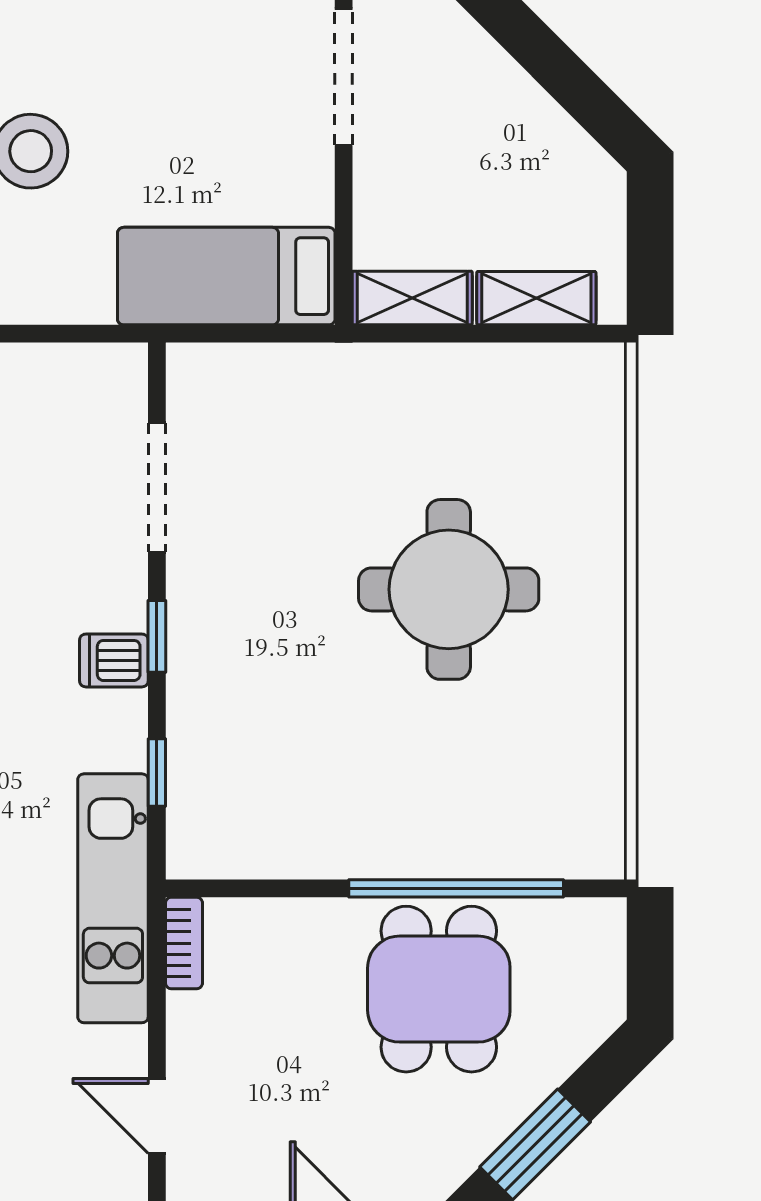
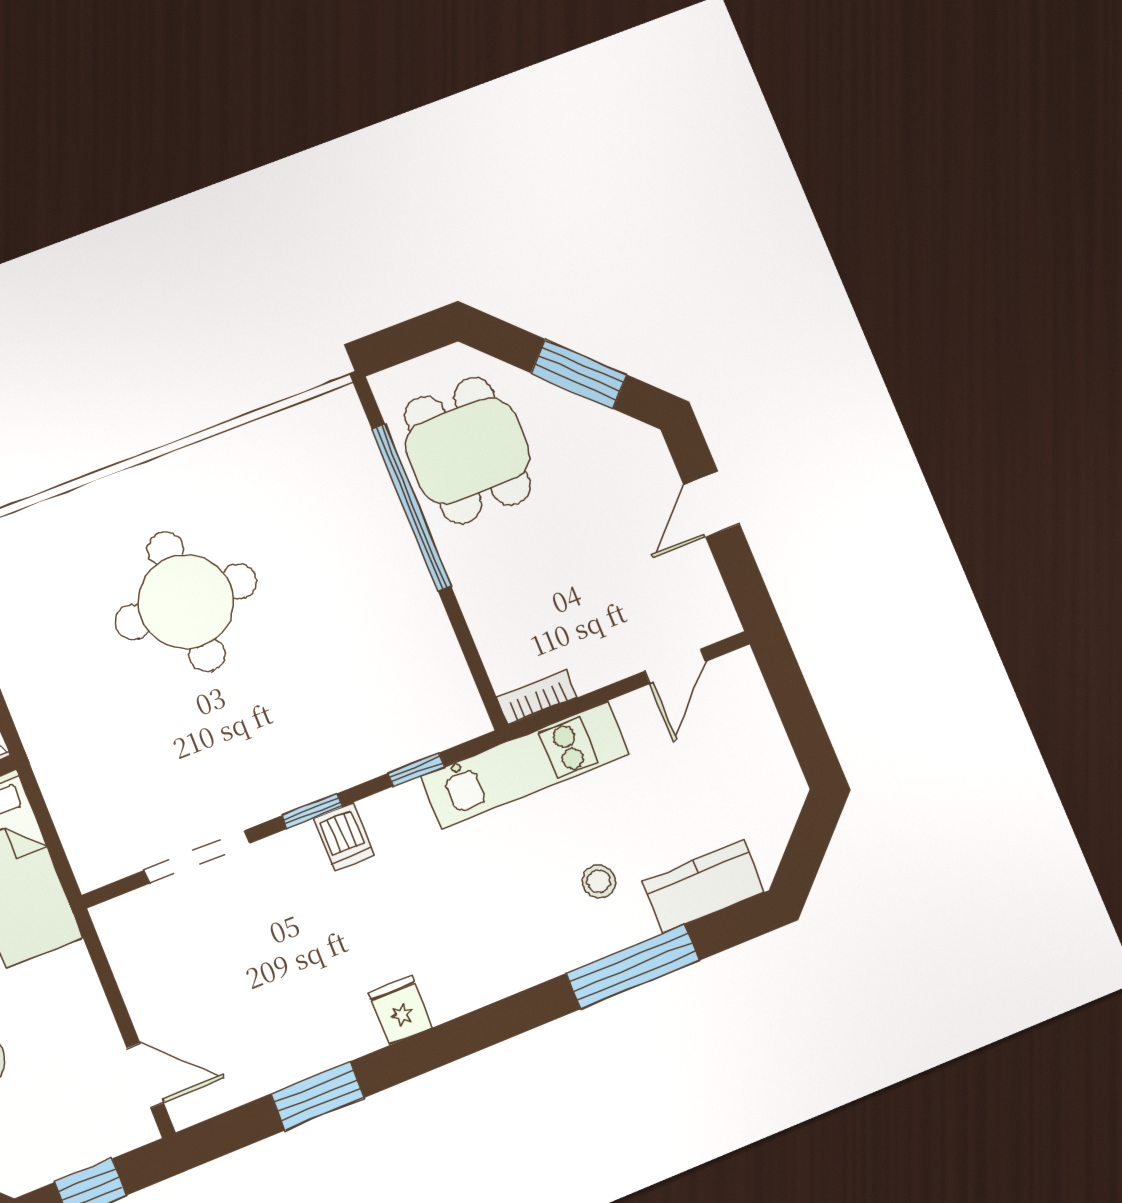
dining table: (439, 989) -> (468, 451), moved, turned 90

